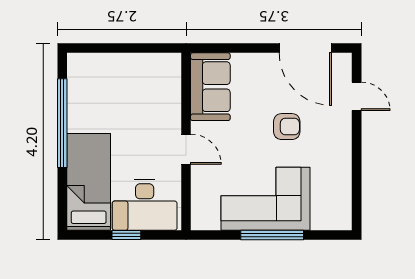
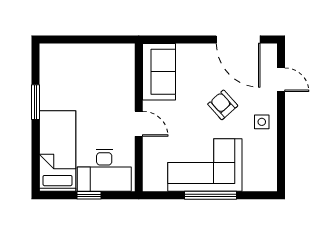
window: (62, 123) -> (35, 102), width x0.47
armchair: (287, 127) -> (223, 105), turned -132
side table: (334, 147) -> (262, 122), added

